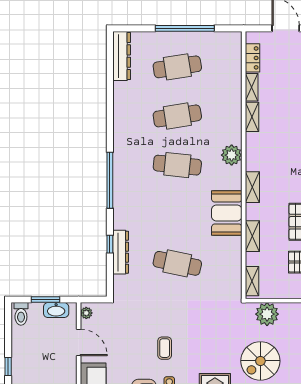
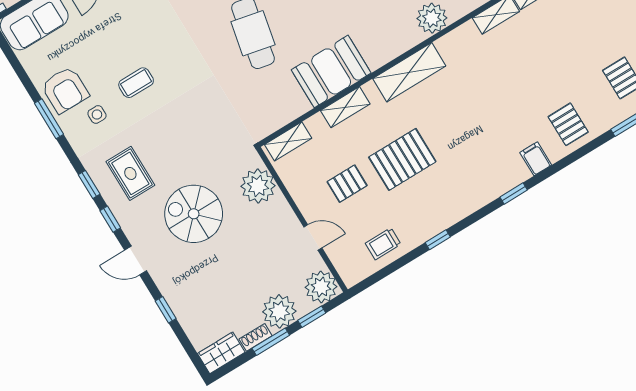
shelving: (252, 187) -> (409, 72), width x1.50, depth x1.33
booth: (227, 213) -> (331, 71), moved

